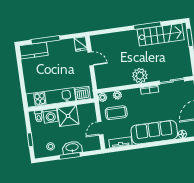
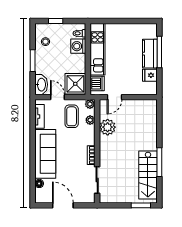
fridge: (81, 44) -> (150, 75), moved
kitchen counter: (34, 51) -> (150, 54), moved
door: (91, 59) -> (114, 97), moved
plant: (140, 76) -> (108, 127), moved
shower: (68, 116) -> (75, 84), moved
washbasin: (72, 148) -> (41, 85), moved

